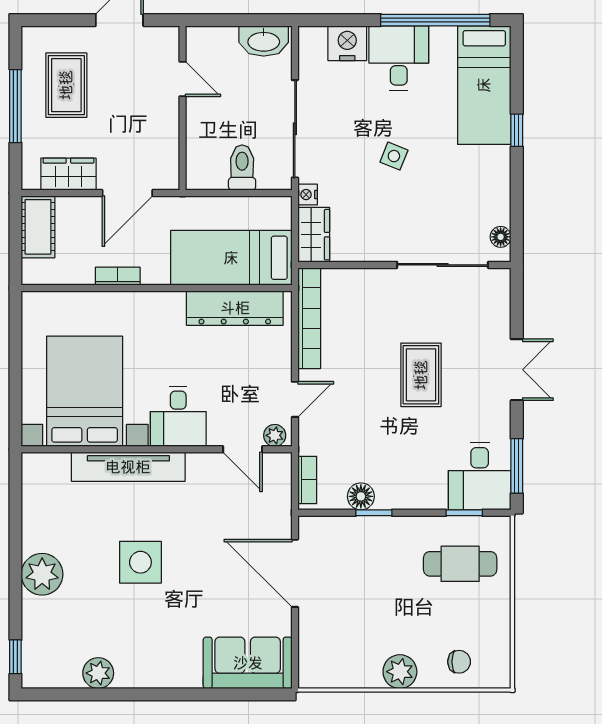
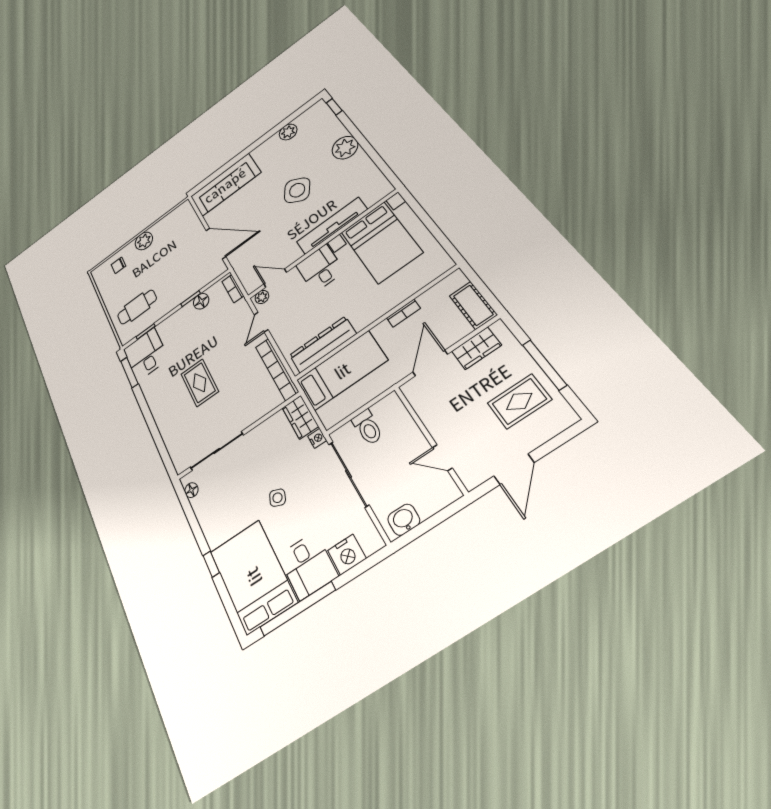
washbasin: (264, 41) -> (404, 520), width x0.72
rug: (66, 85) -> (519, 401), turned 90
bed: (484, 85) -> (253, 577), width x1.50
double door: (517, 370) -> (150, 421), removed
side table: (140, 562) -> (297, 190), turned 32
sofa: (248, 663) -> (225, 185), width x1.36

